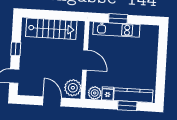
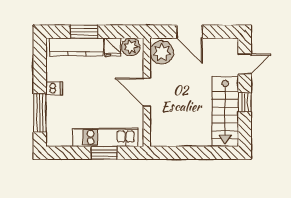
stairs: (51, 29) -> (225, 111), moved, turned -90
window: (162, 50) -> (40, 113), added
dishwasher: (151, 67) -> (54, 88), added

